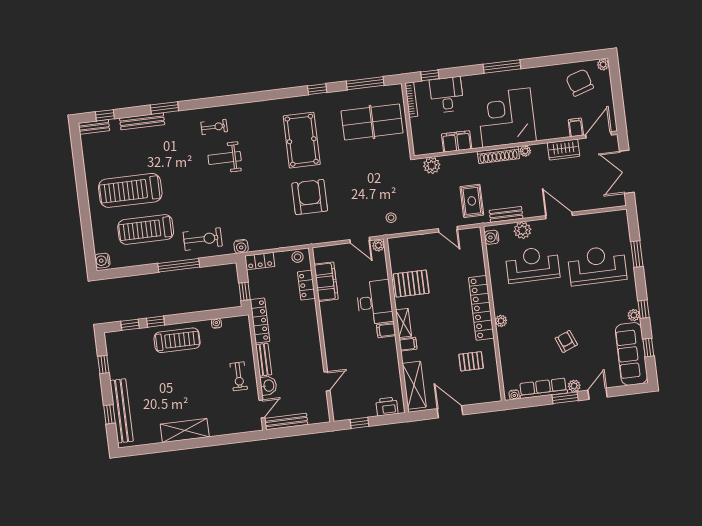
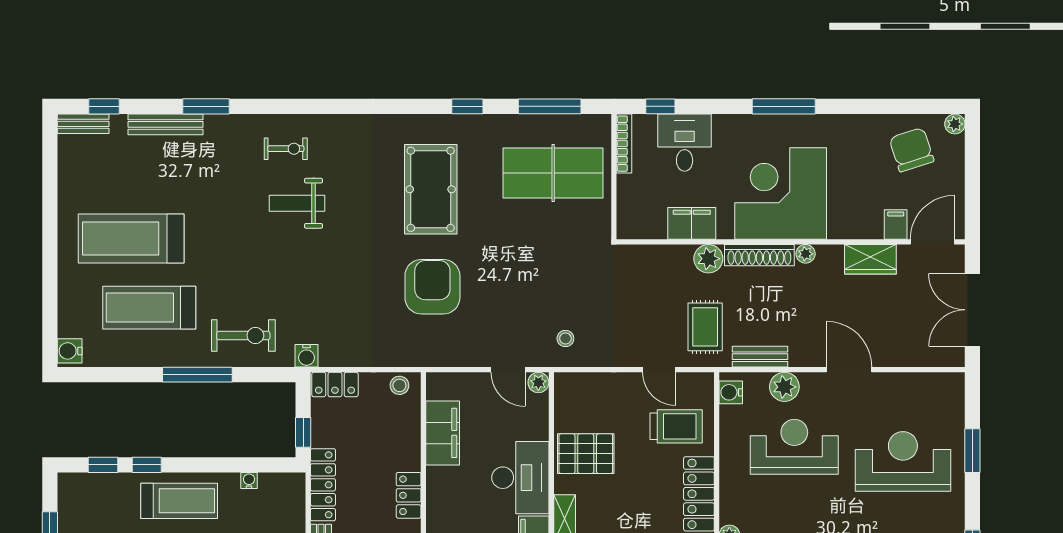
plant: (432, 165) -> (708, 259), moved
trolley: (462, 261) -> (676, 426), added
locker: (306, 285) -> (409, 495), moved

